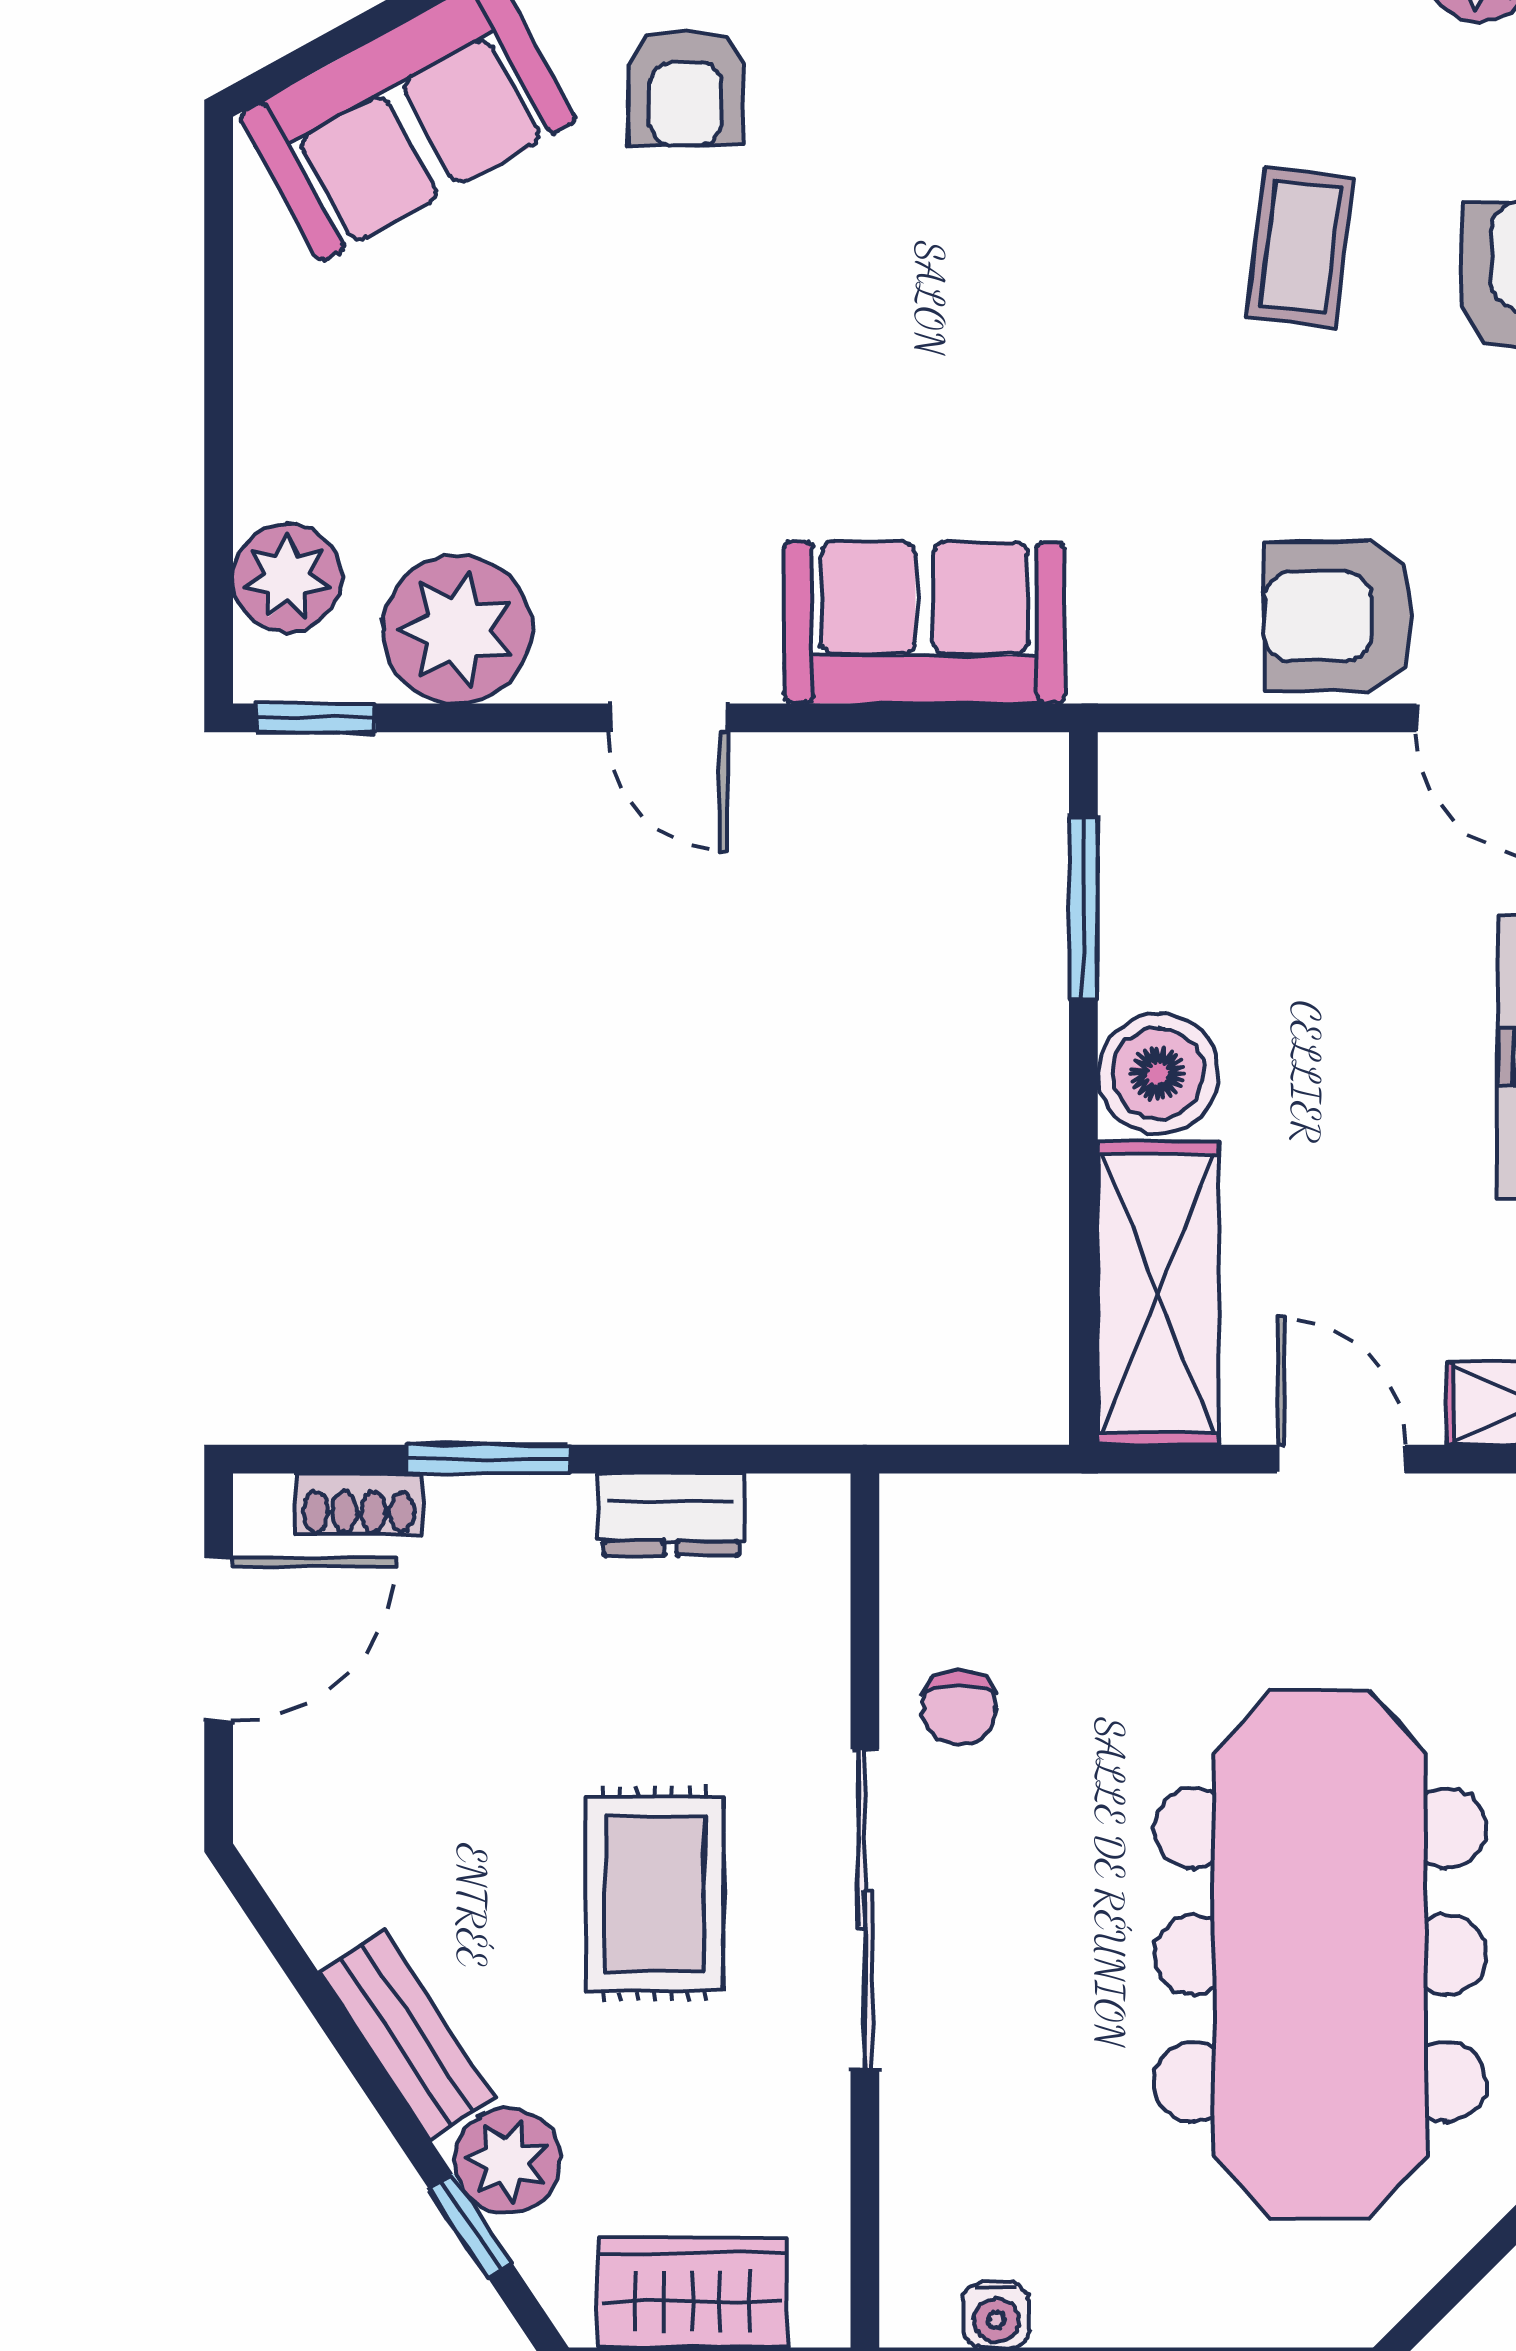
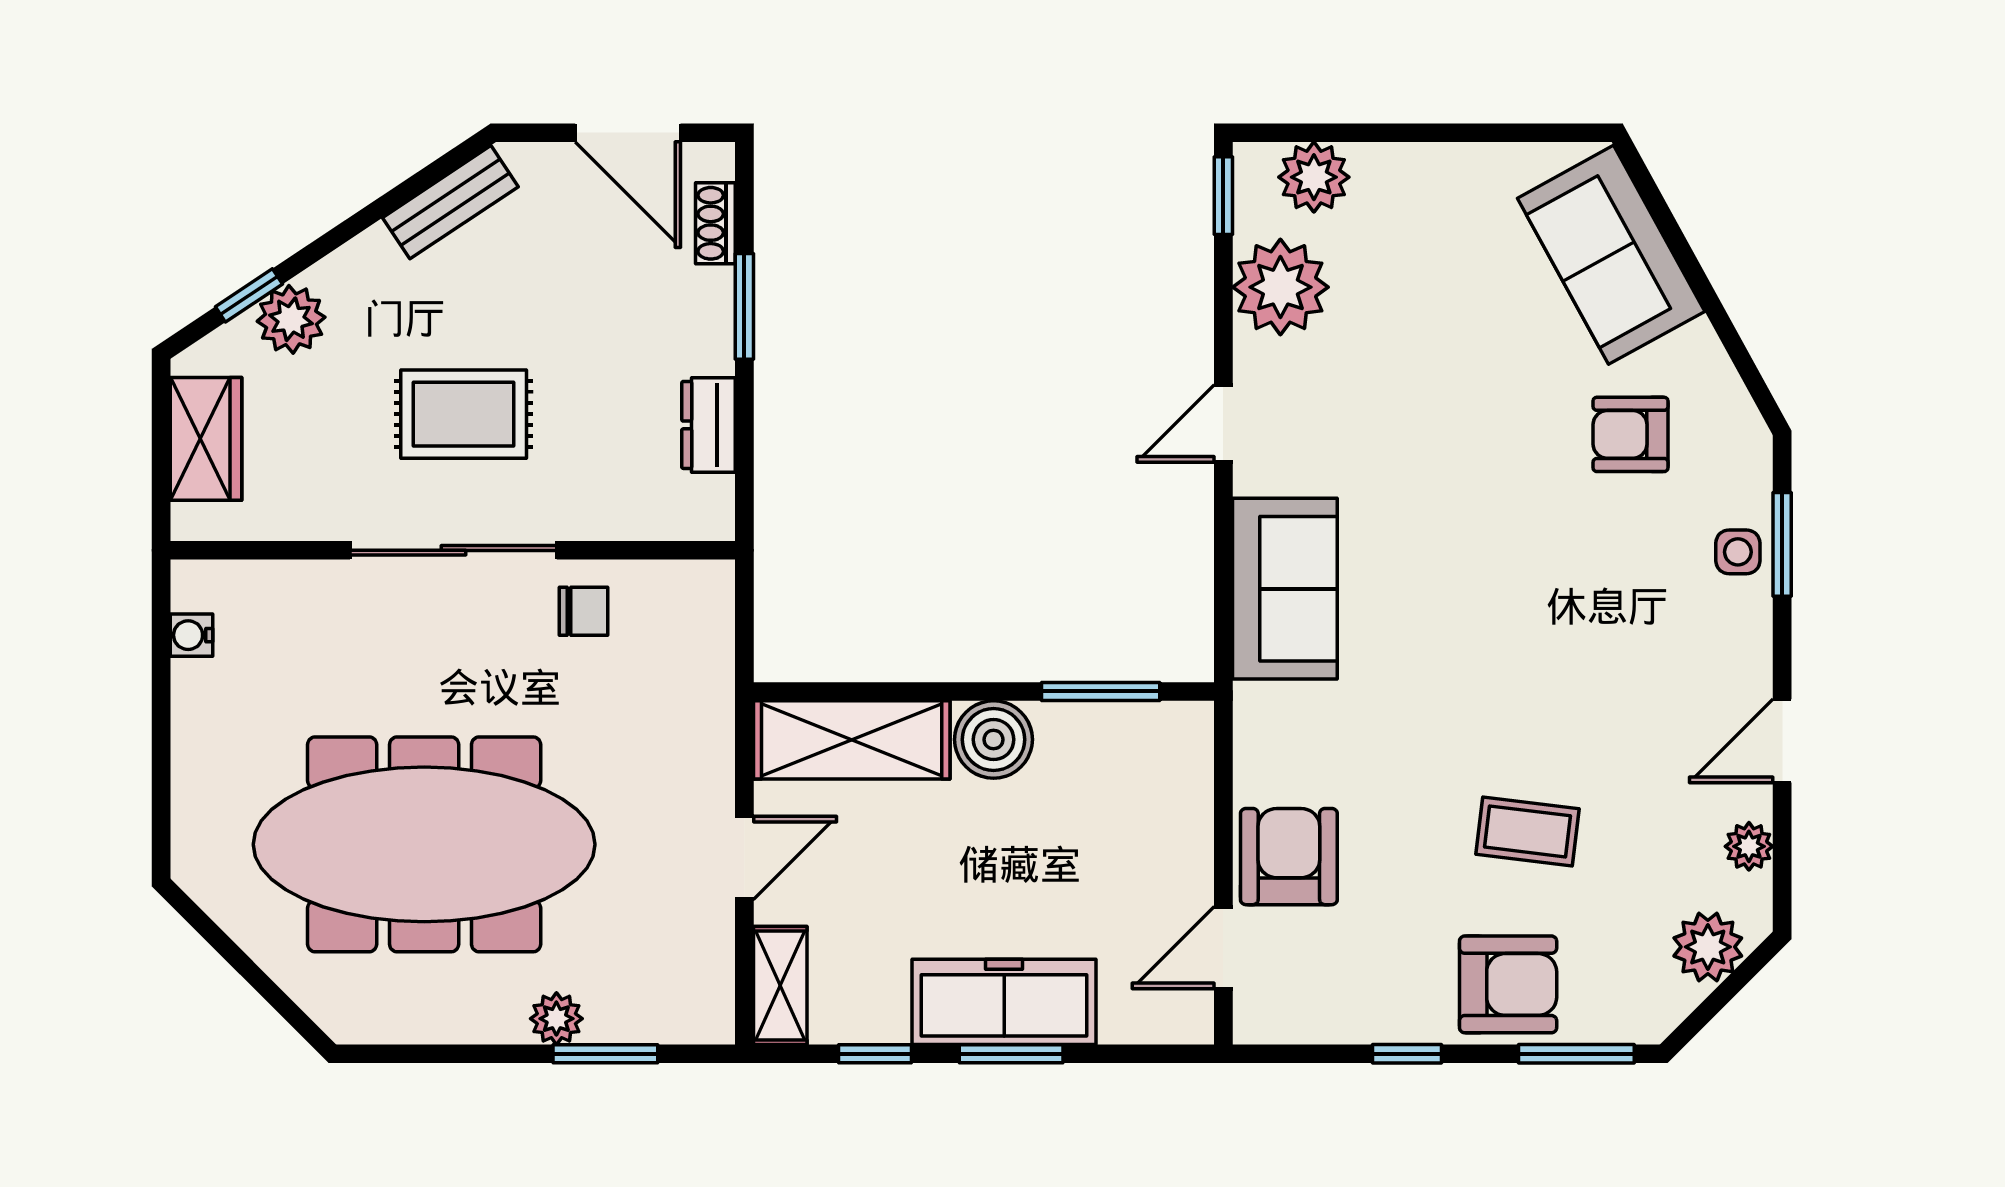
chair: (959, 1708) -> (583, 611), turned 180
bench: (406, 2035) -> (450, 202), moved

